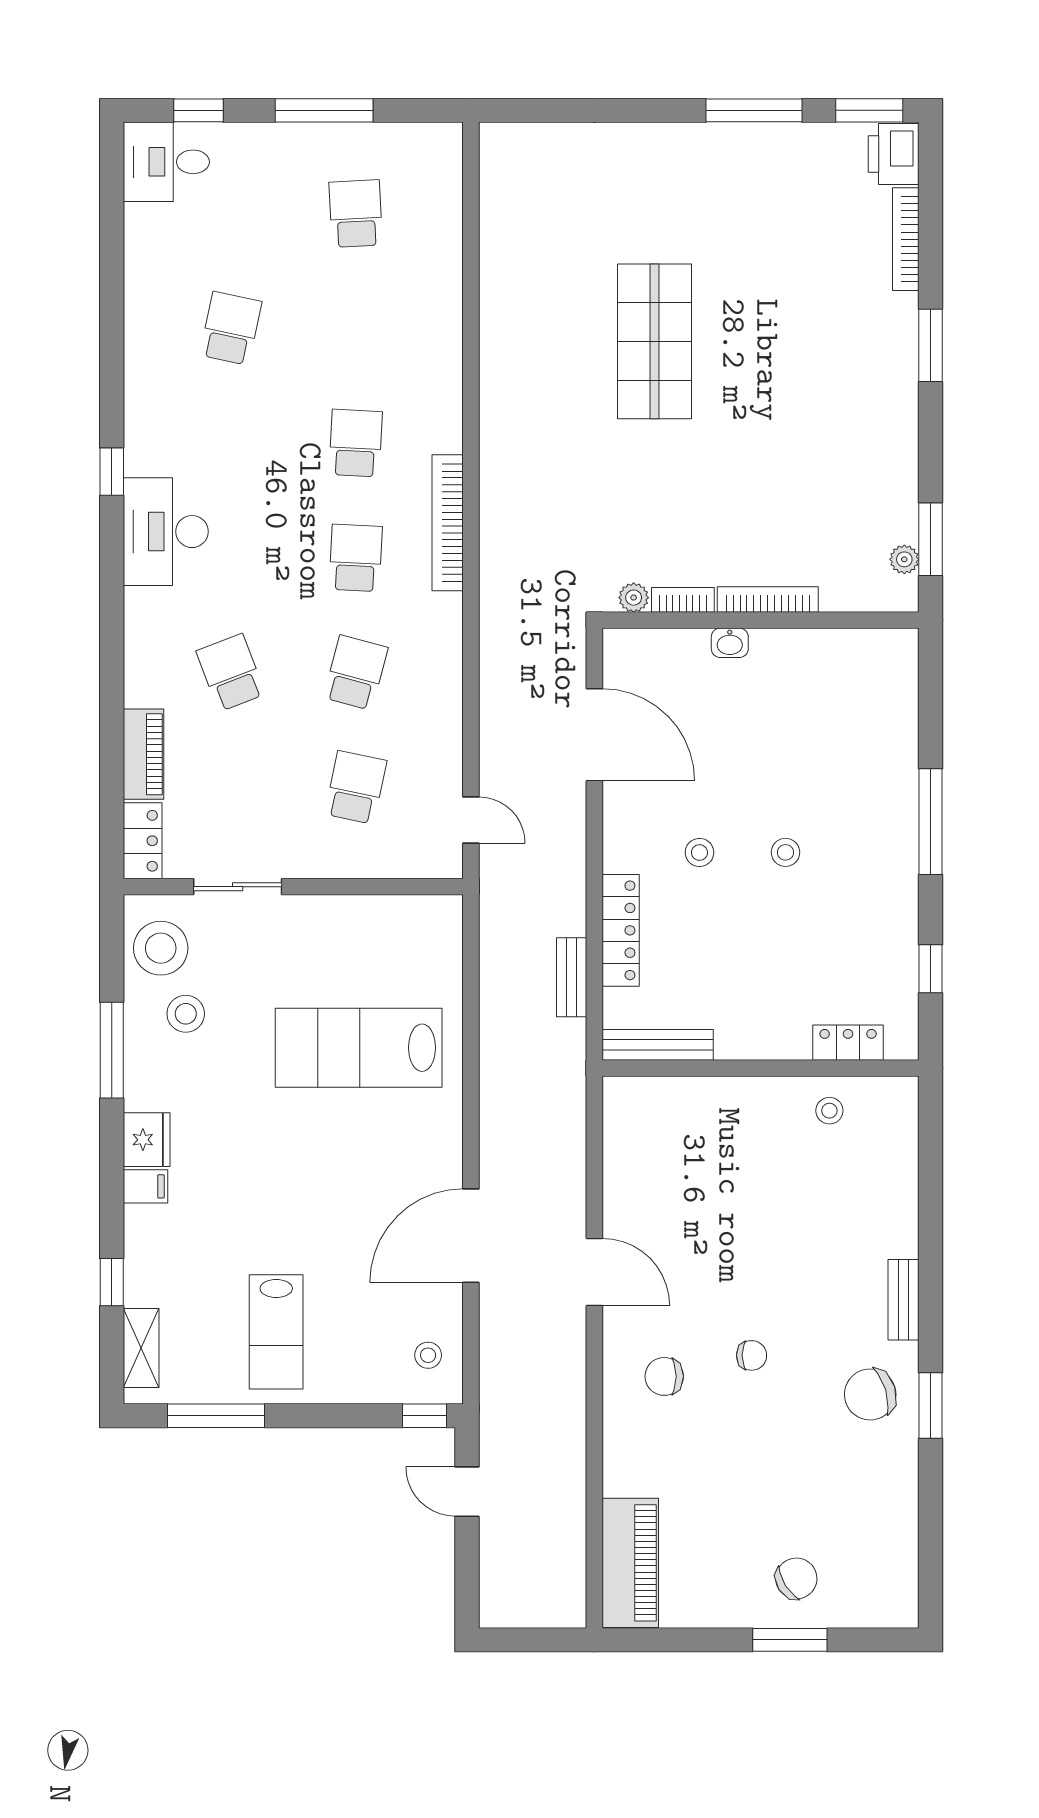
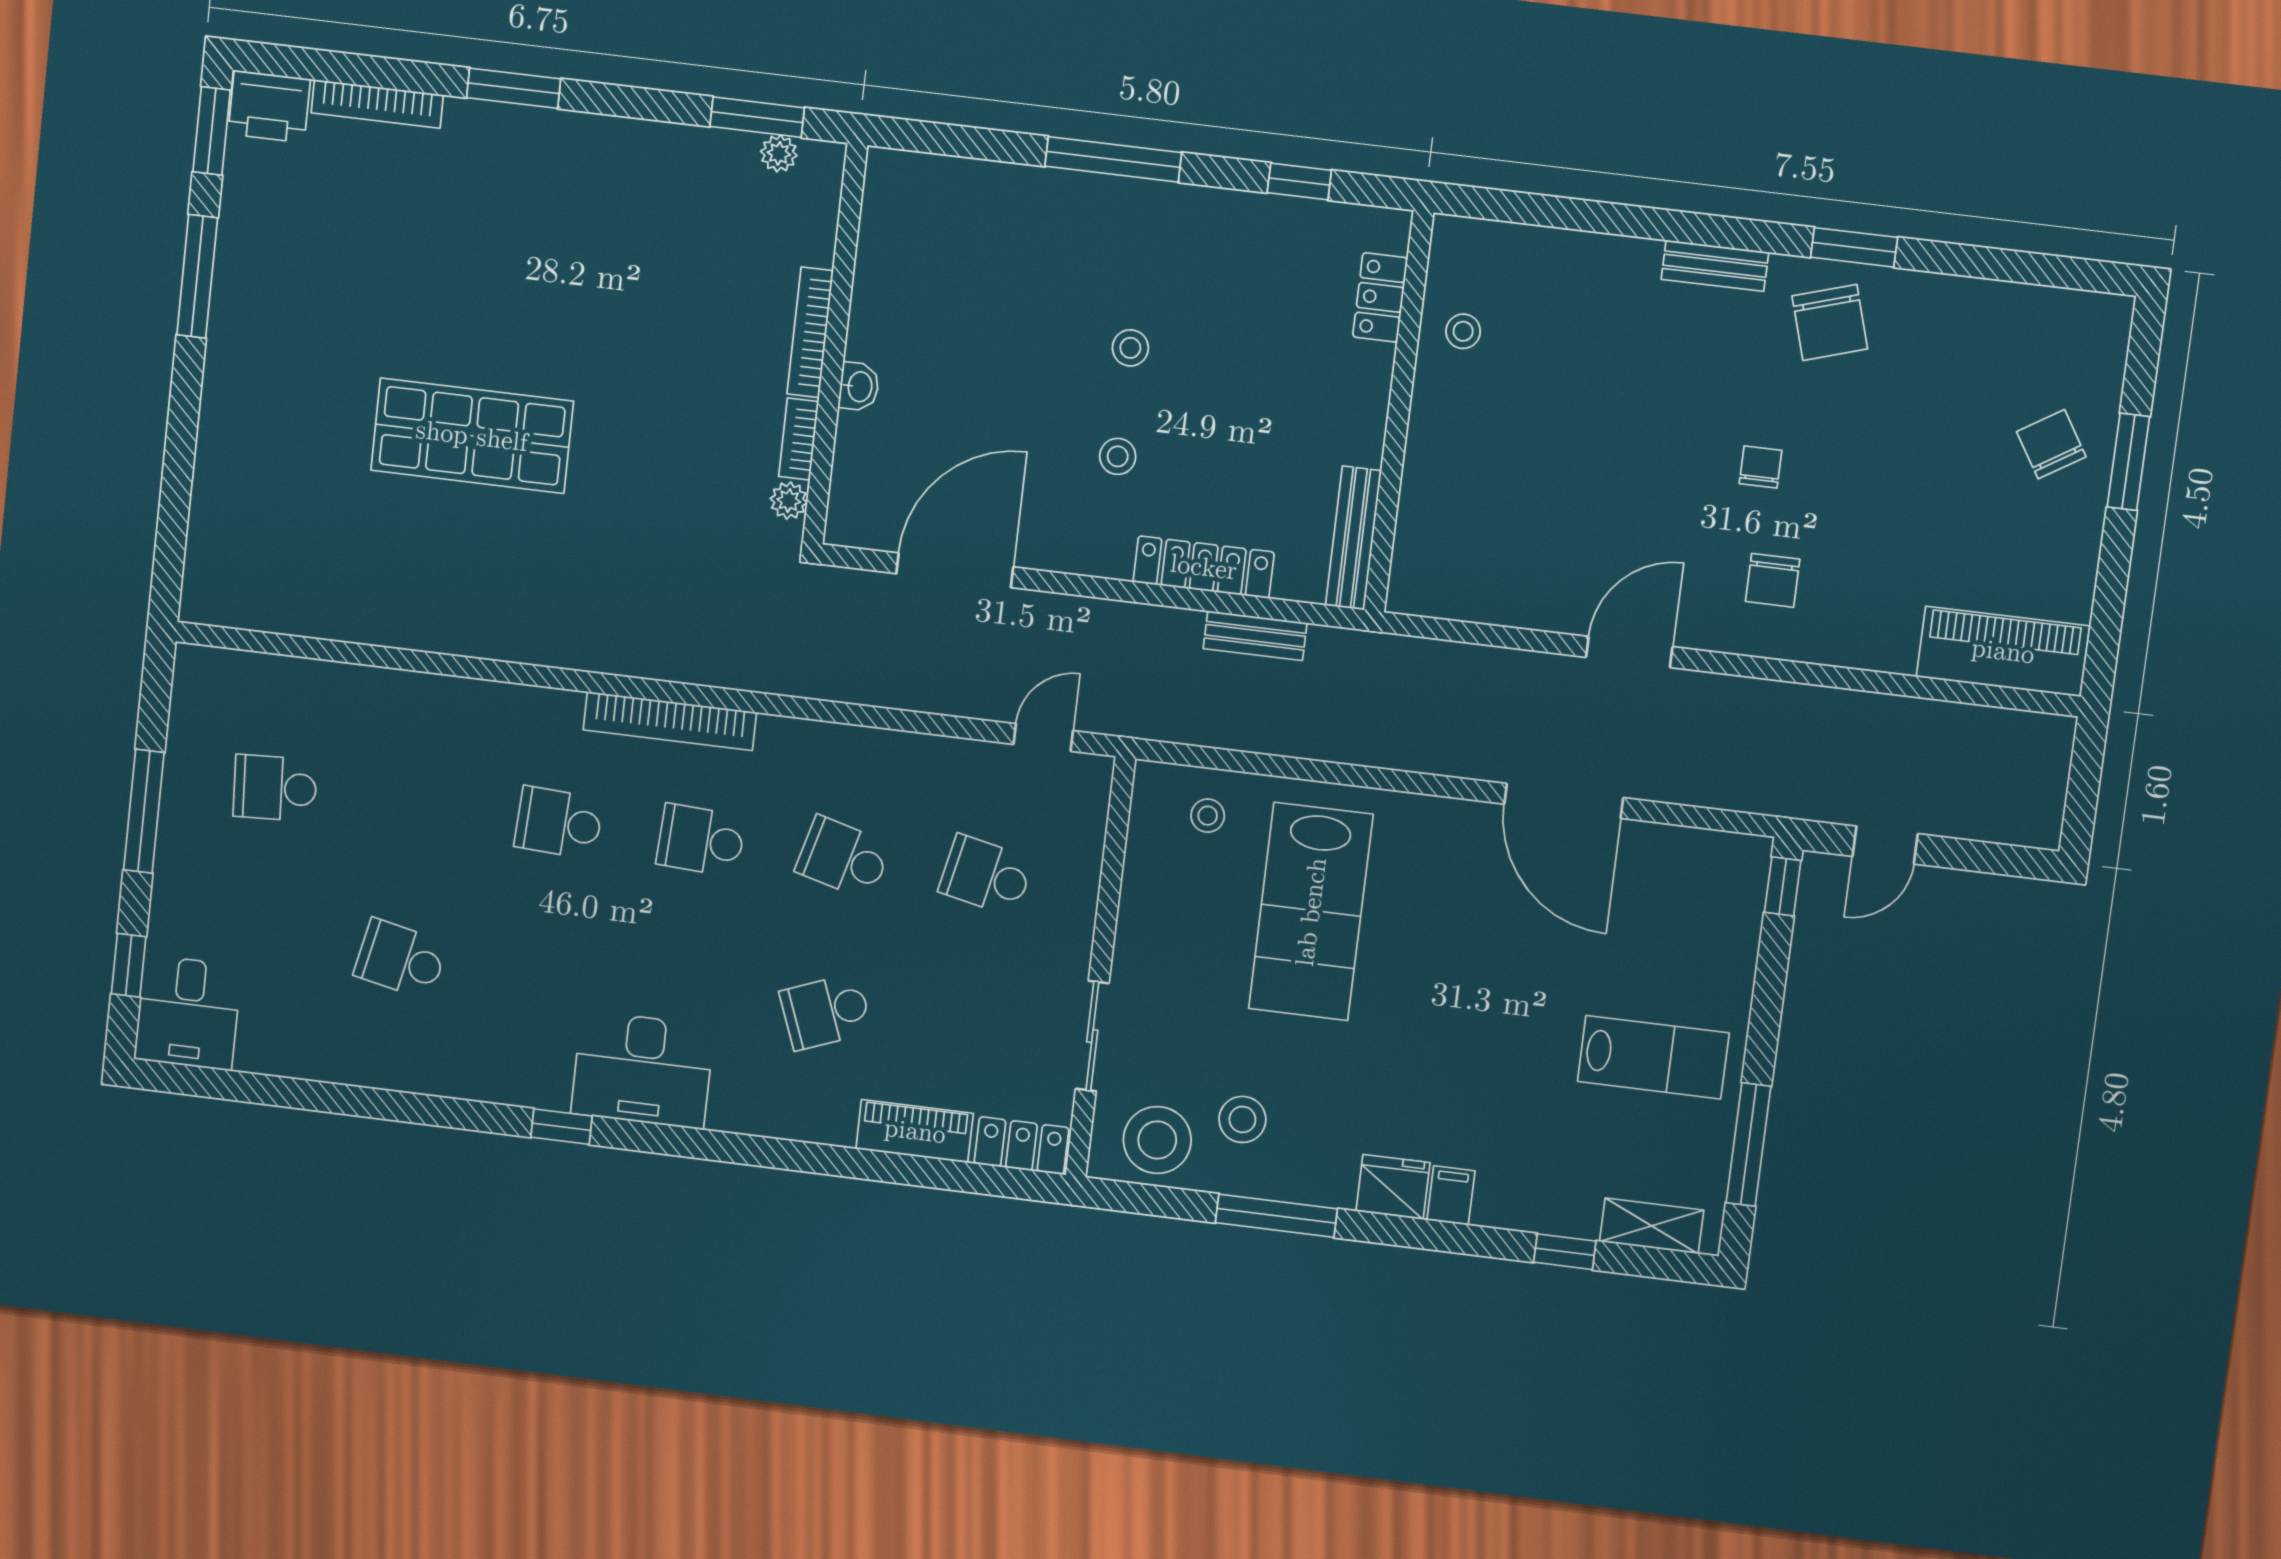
stool: (428, 1355) -> (1208, 816), moved

